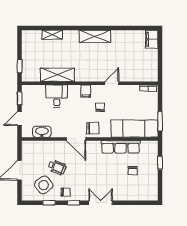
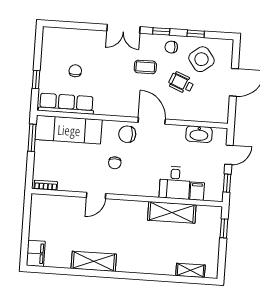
shelving: (52, 35) -> (190, 270), moved
shelving: (95, 36) -> (94, 261), moved
filing cabinet: (86, 91) -> (197, 191), moved
row of seats: (121, 147) -> (66, 104), moved
coffee table: (83, 177) -> (145, 67), added

